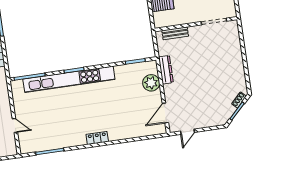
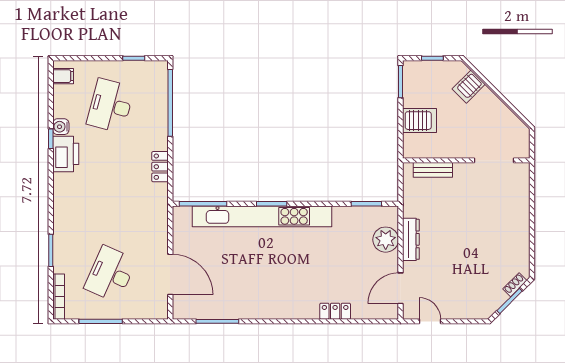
dresser: (166, 70) -> (411, 239), moved
door: (15, 126) -> (170, 274), width x1.87
door: (188, 132) -> (430, 321), swing flipped
locker: (97, 138) -> (335, 311), moved

